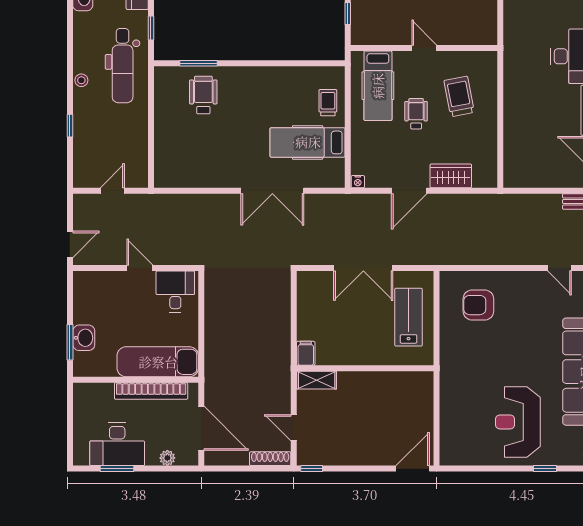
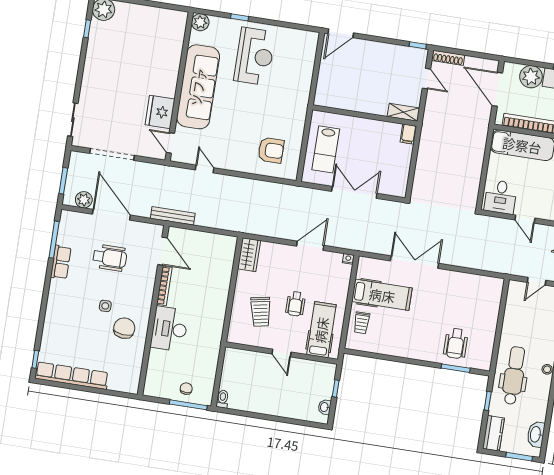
wardrobe: (451, 176) -> (249, 255), moved, turned -90
plant: (167, 458) -> (531, 77), width x1.88, depth x1.88

